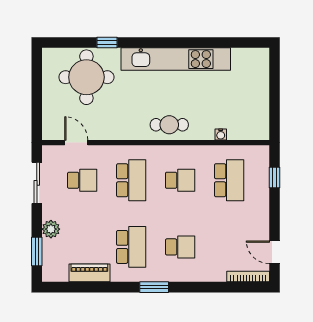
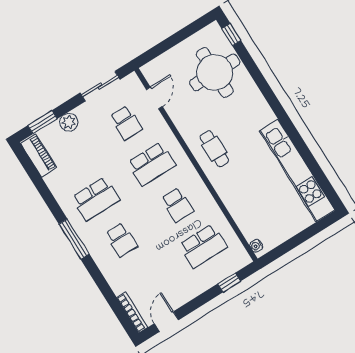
window: (107, 43) -> (231, 35), moved
kitchen unit: (176, 59) -> (297, 170), moved
cafe table: (169, 125) -> (214, 149), moved
water cooler: (221, 134) -> (256, 246), moved
piano: (89, 273) -> (38, 156), moved
window: (154, 287) -> (74, 239), width x1.44

